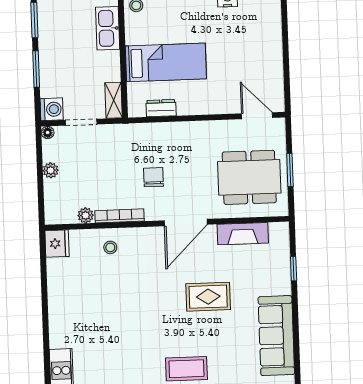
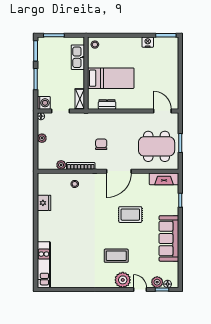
fireplace: (243, 234) -> (164, 179), moved
fridge: (57, 244) -> (44, 203), moved

